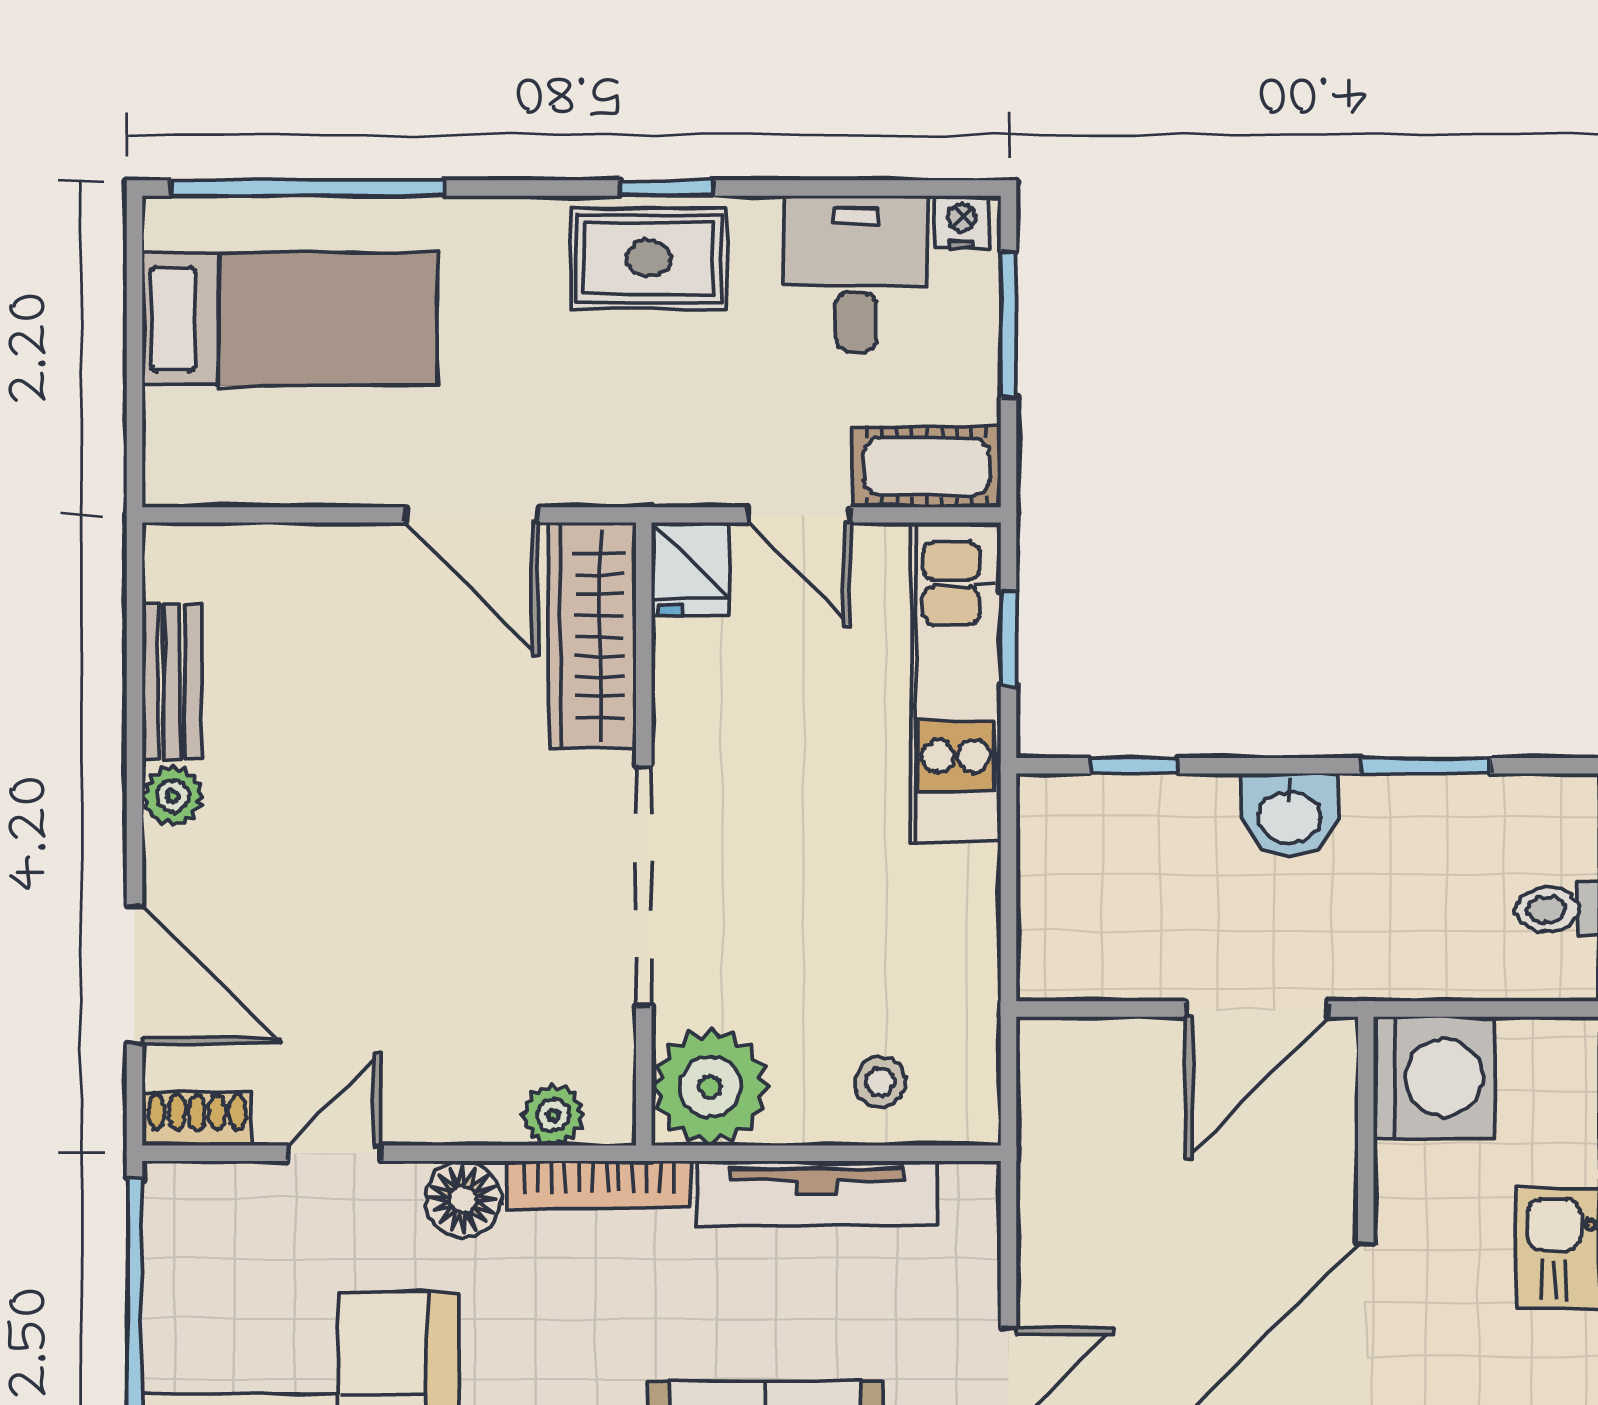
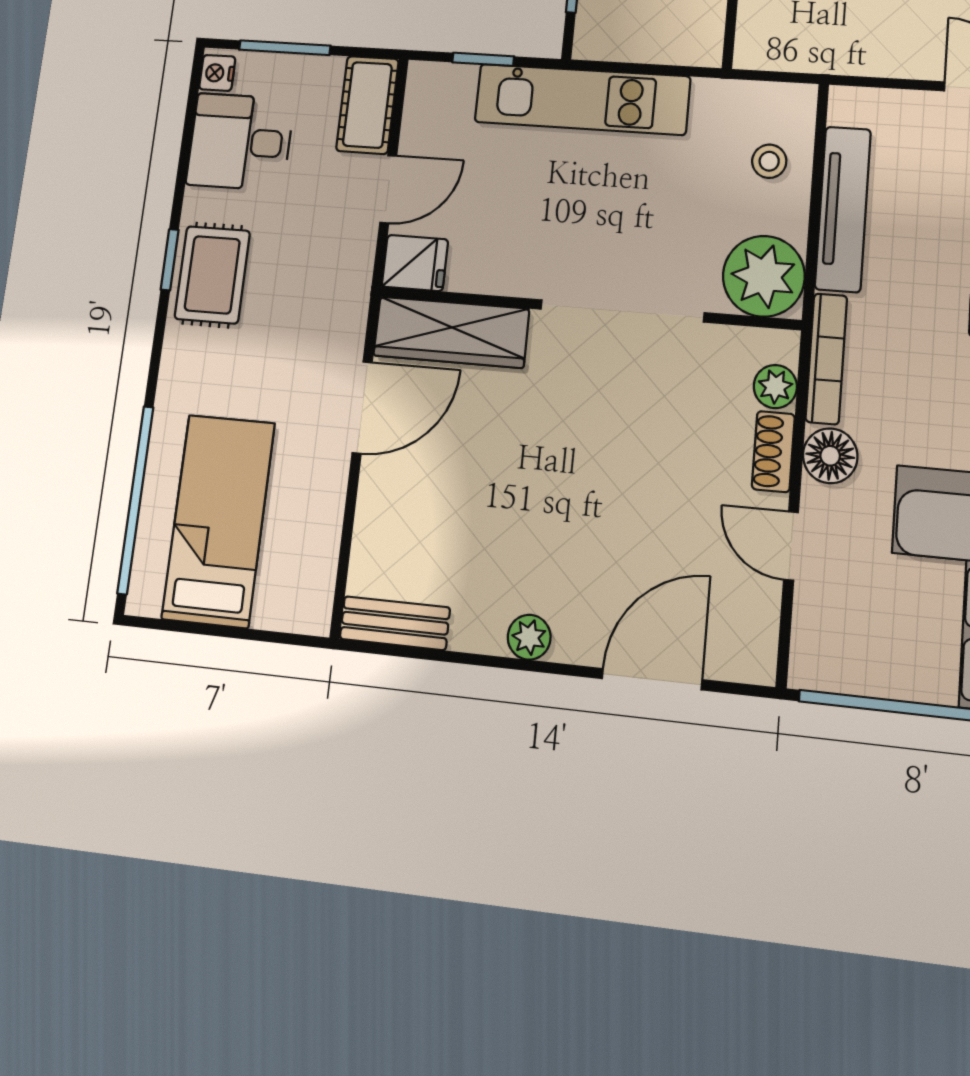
bench: (172, 681) -> (395, 623), moved
kitchen unit: (956, 683) -> (582, 99), moved
shoe rack: (197, 1119) -> (773, 452), moved

